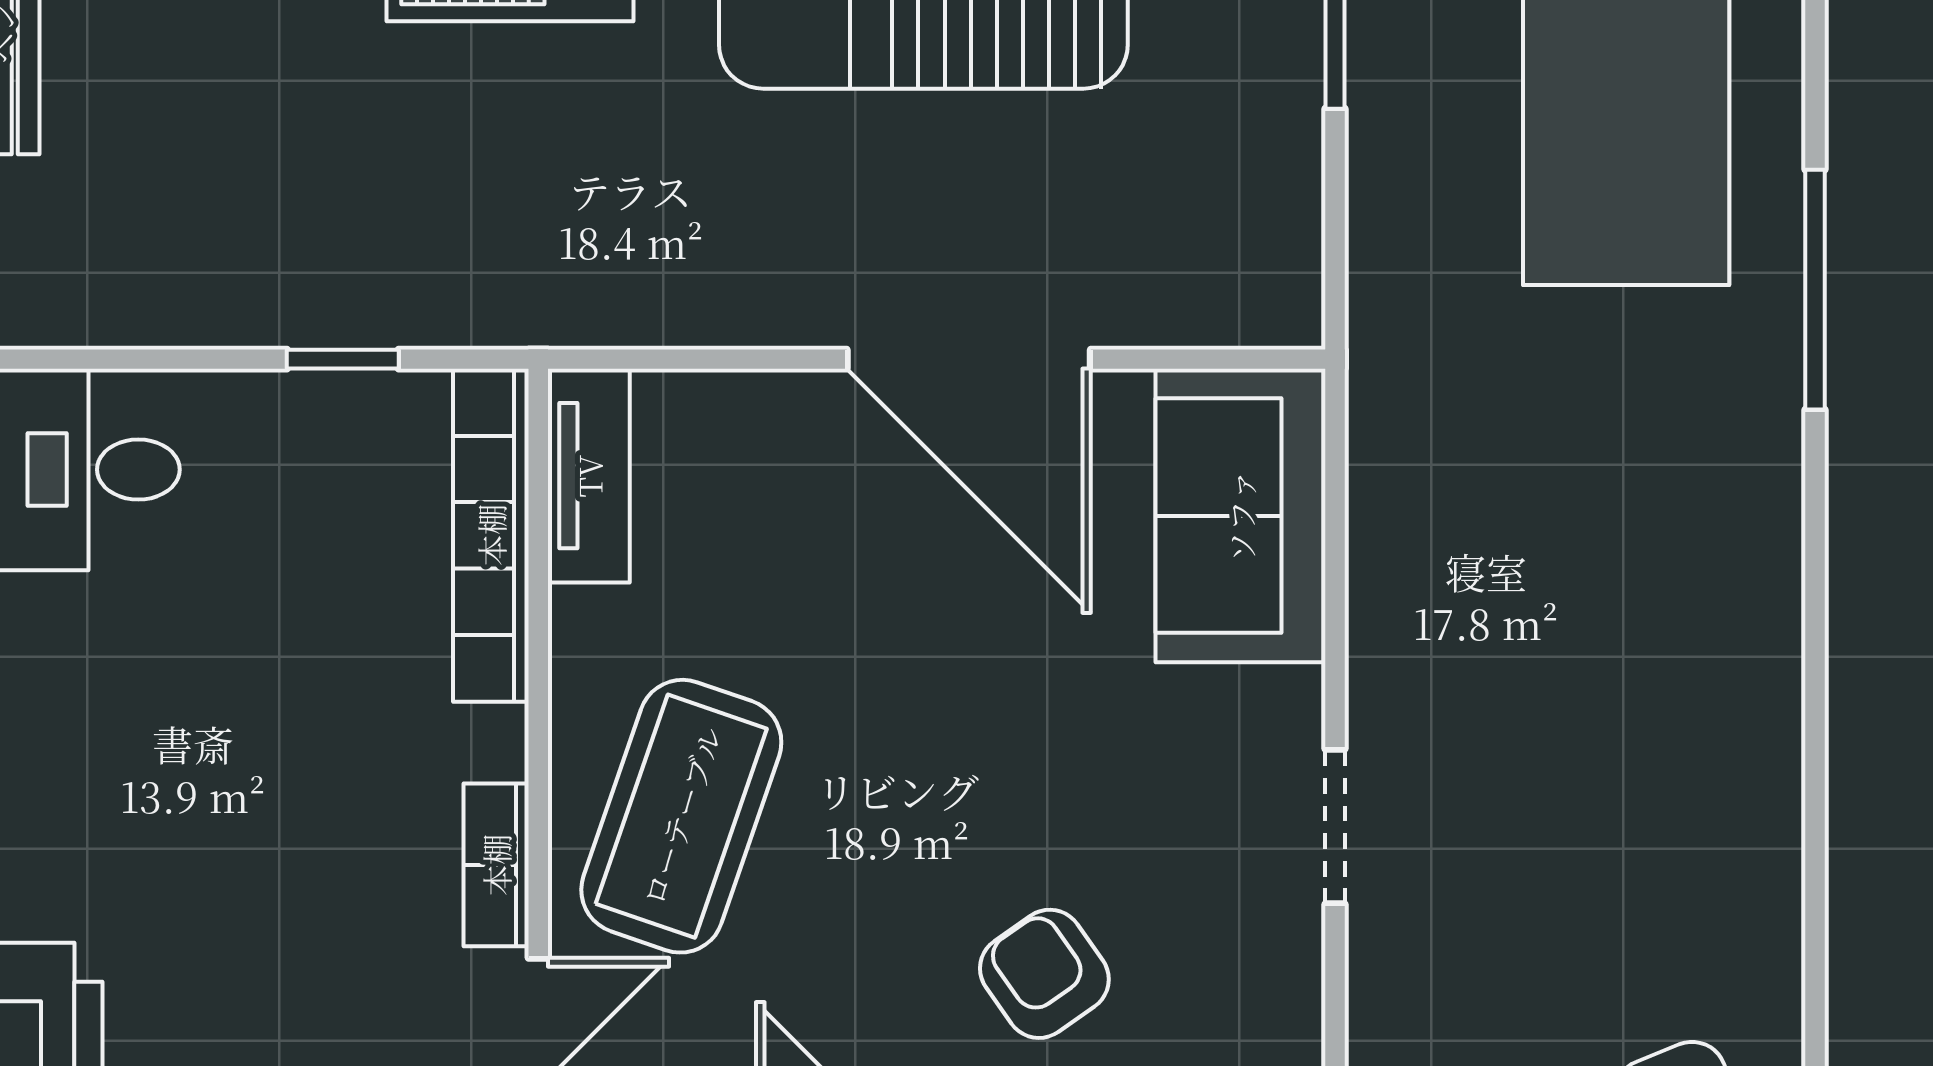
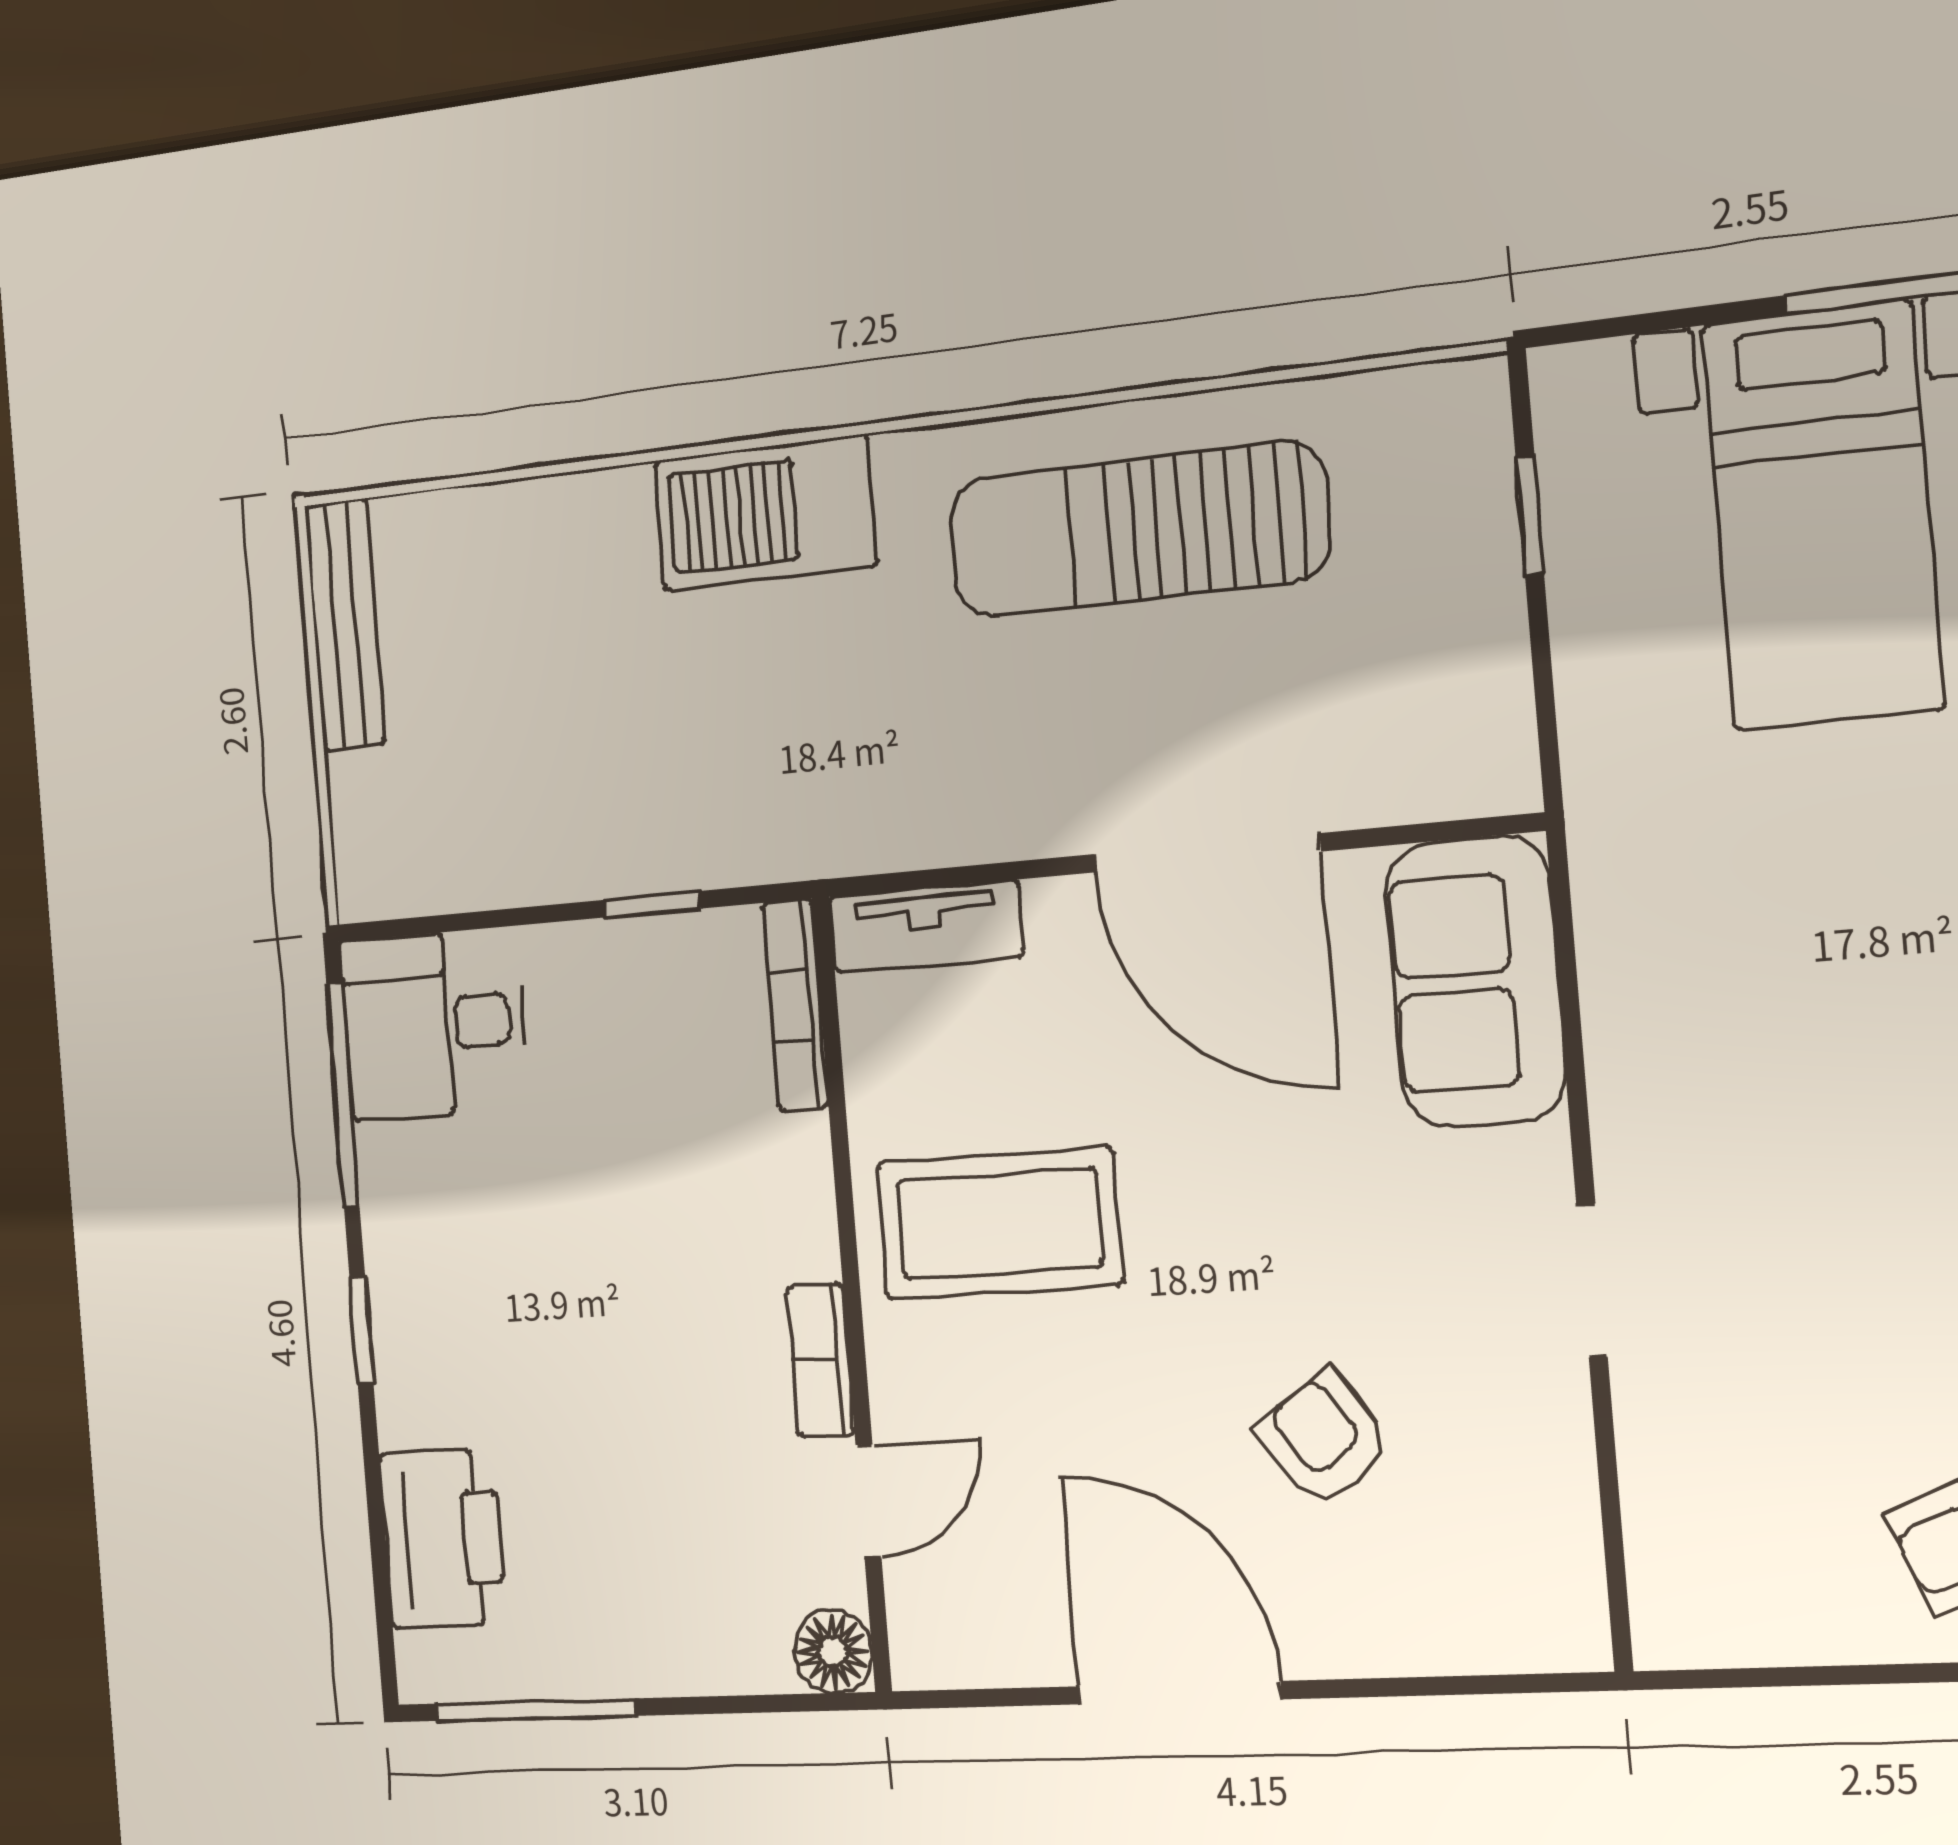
tv unit: (589, 476) -> (926, 926), moved, turned 90
bookcase: (491, 535) -> (795, 1005), width x0.68, depth x0.76
coffee table: (681, 816) -> (999, 1223), moved, turned 71

